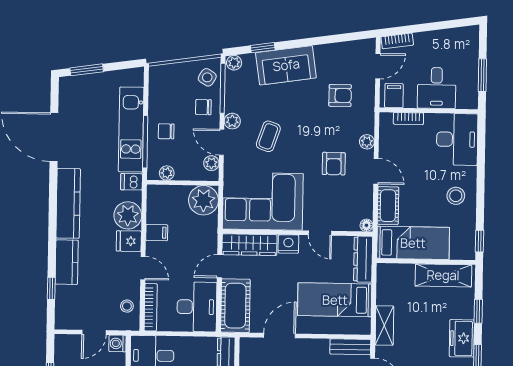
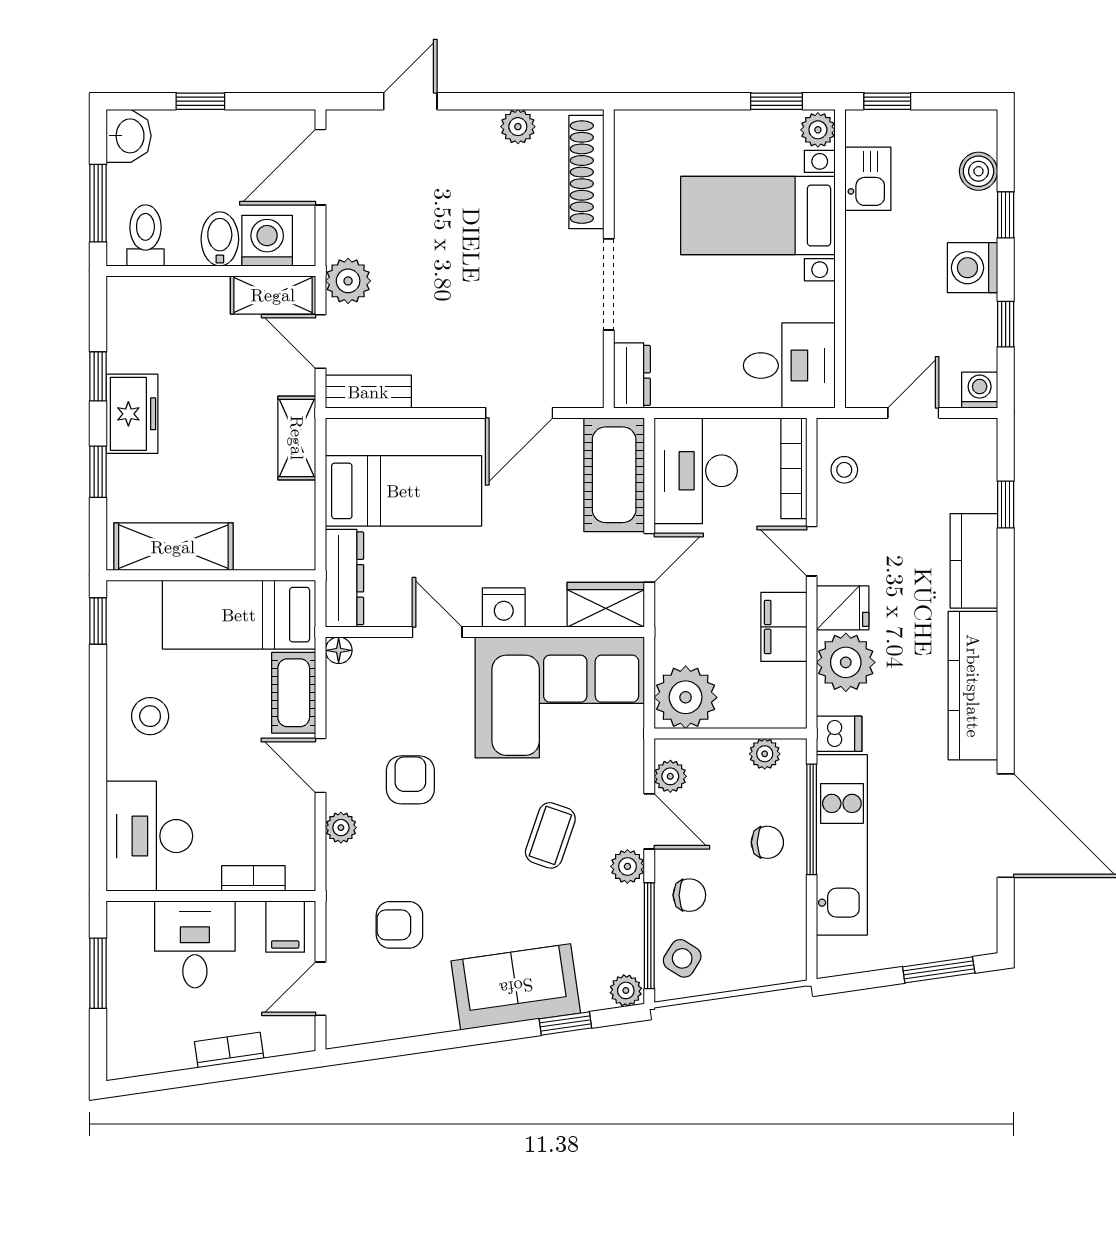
bookcase: (397, 41) -> (229, 1050), moved
filing cabinet: (157, 233) -> (784, 627), width x2.00
wardrobe: (249, 245) -> (606, 605), width x0.67
washing machine: (118, 343) -> (980, 390), moved, turned -90

